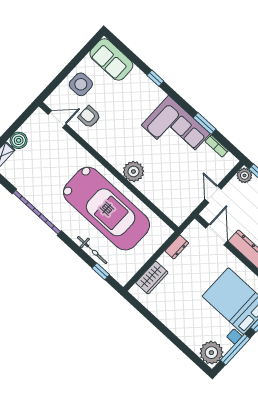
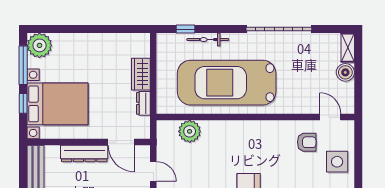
door: (57, 119) -> (330, 117), swing flipped
plant: (133, 171) -> (190, 131), moved
wardrobe: (152, 278) -> (141, 74), moved

